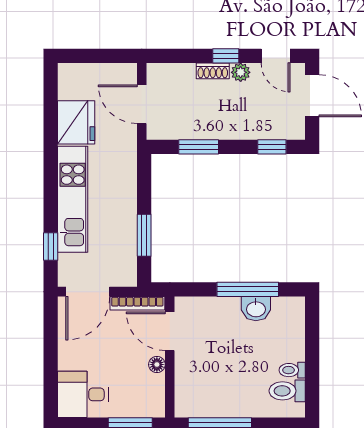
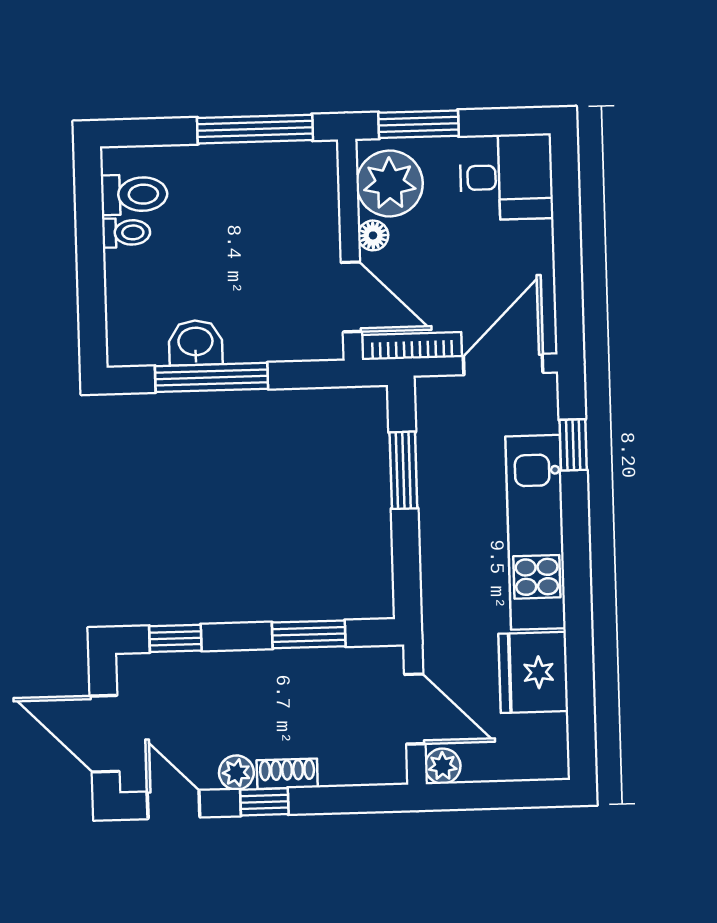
plant: (127, 73) -> (443, 766), added
plant: (147, 393) -> (390, 184), added

